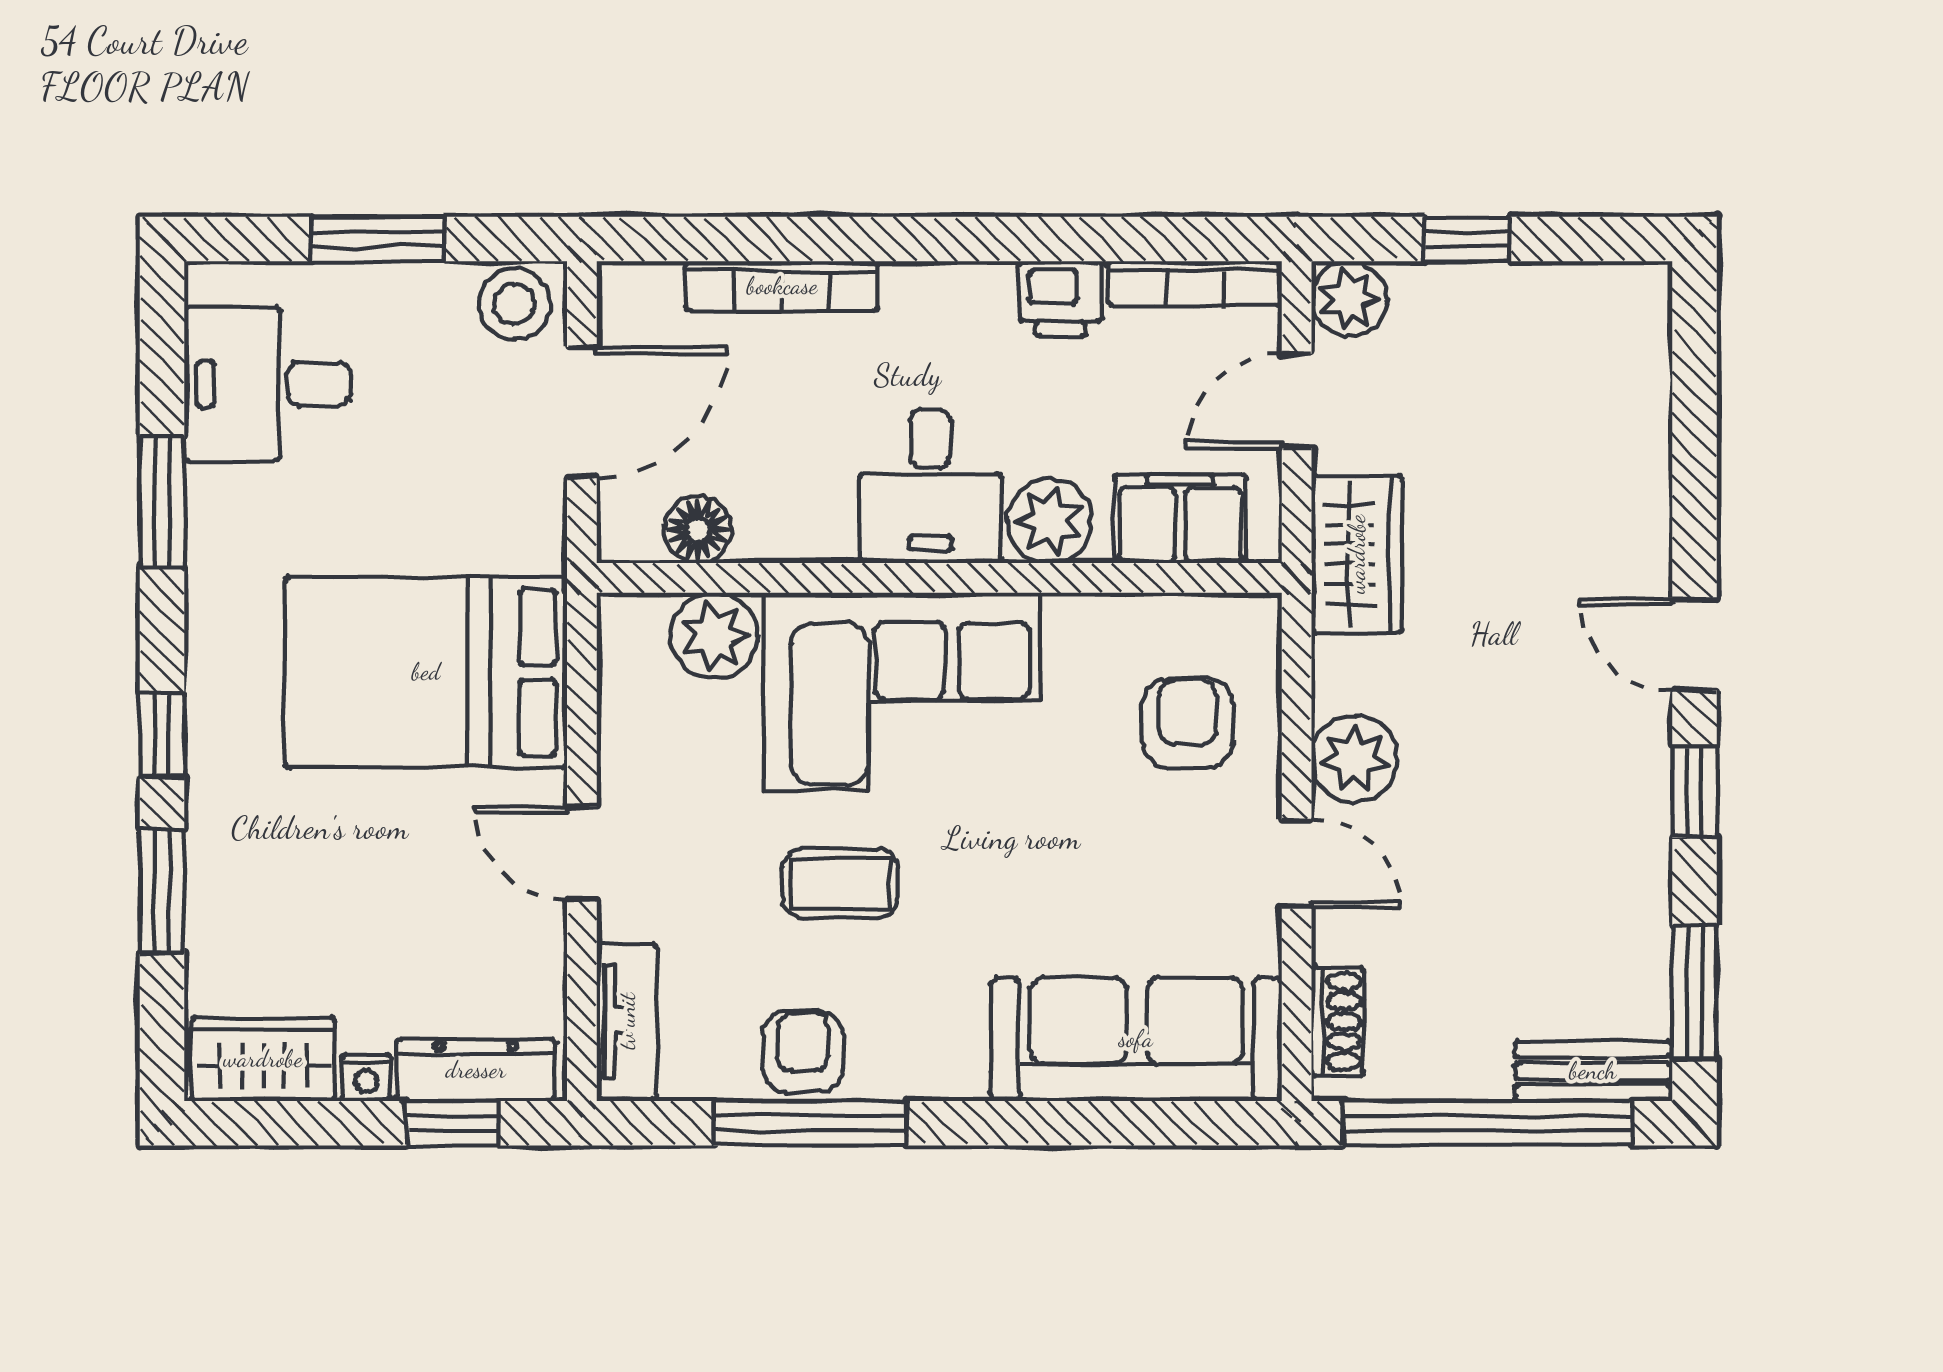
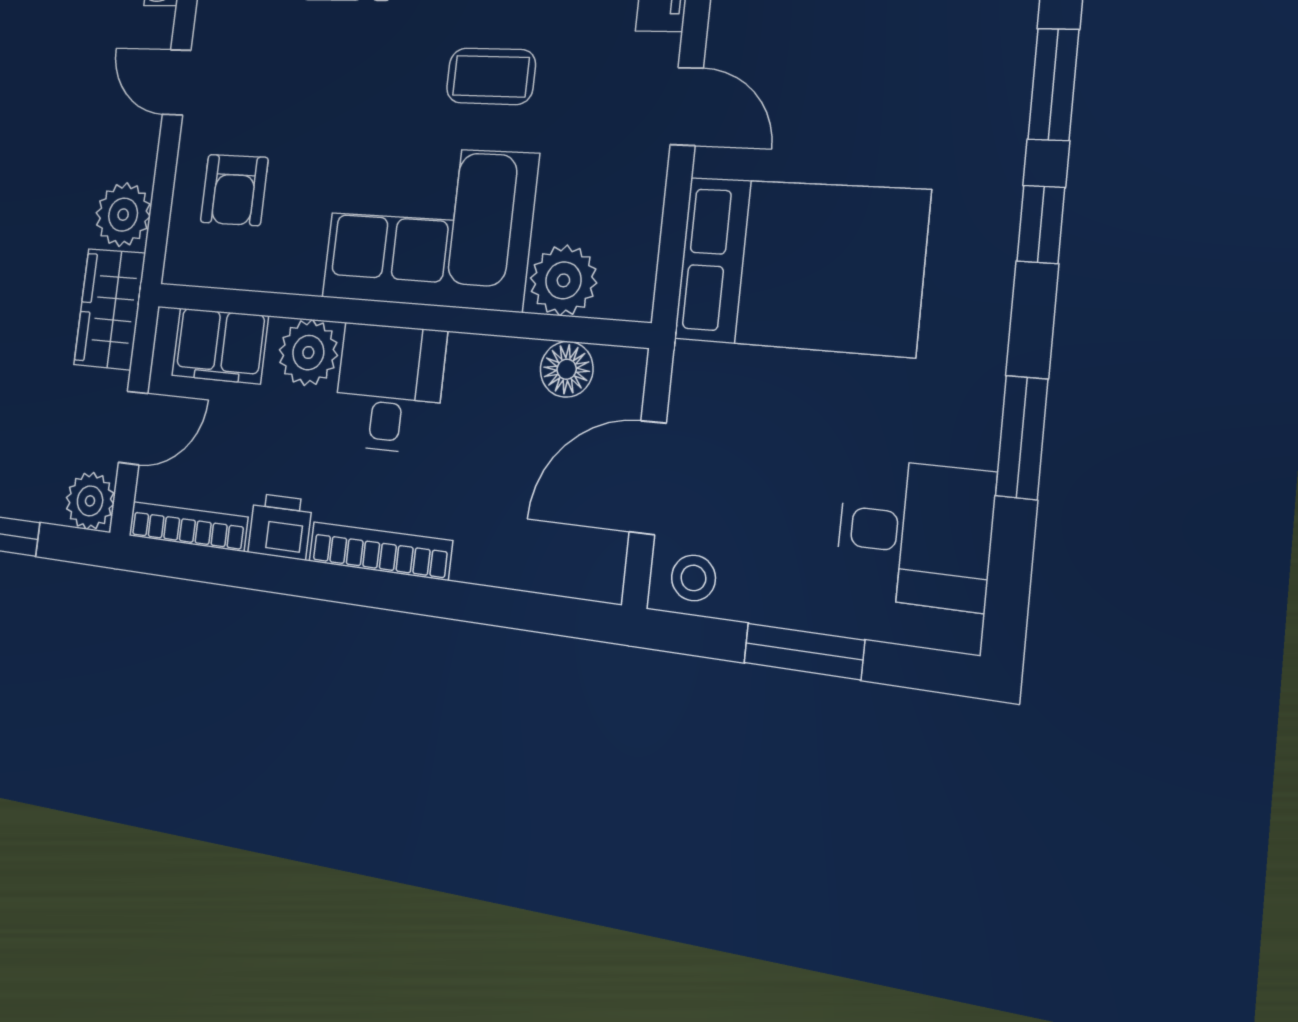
bookcase: (782, 286) -> (380, 551), moved
stool: (514, 304) -> (693, 578), width x0.73, depth x0.73
plant: (1355, 759) -> (123, 215), moved

